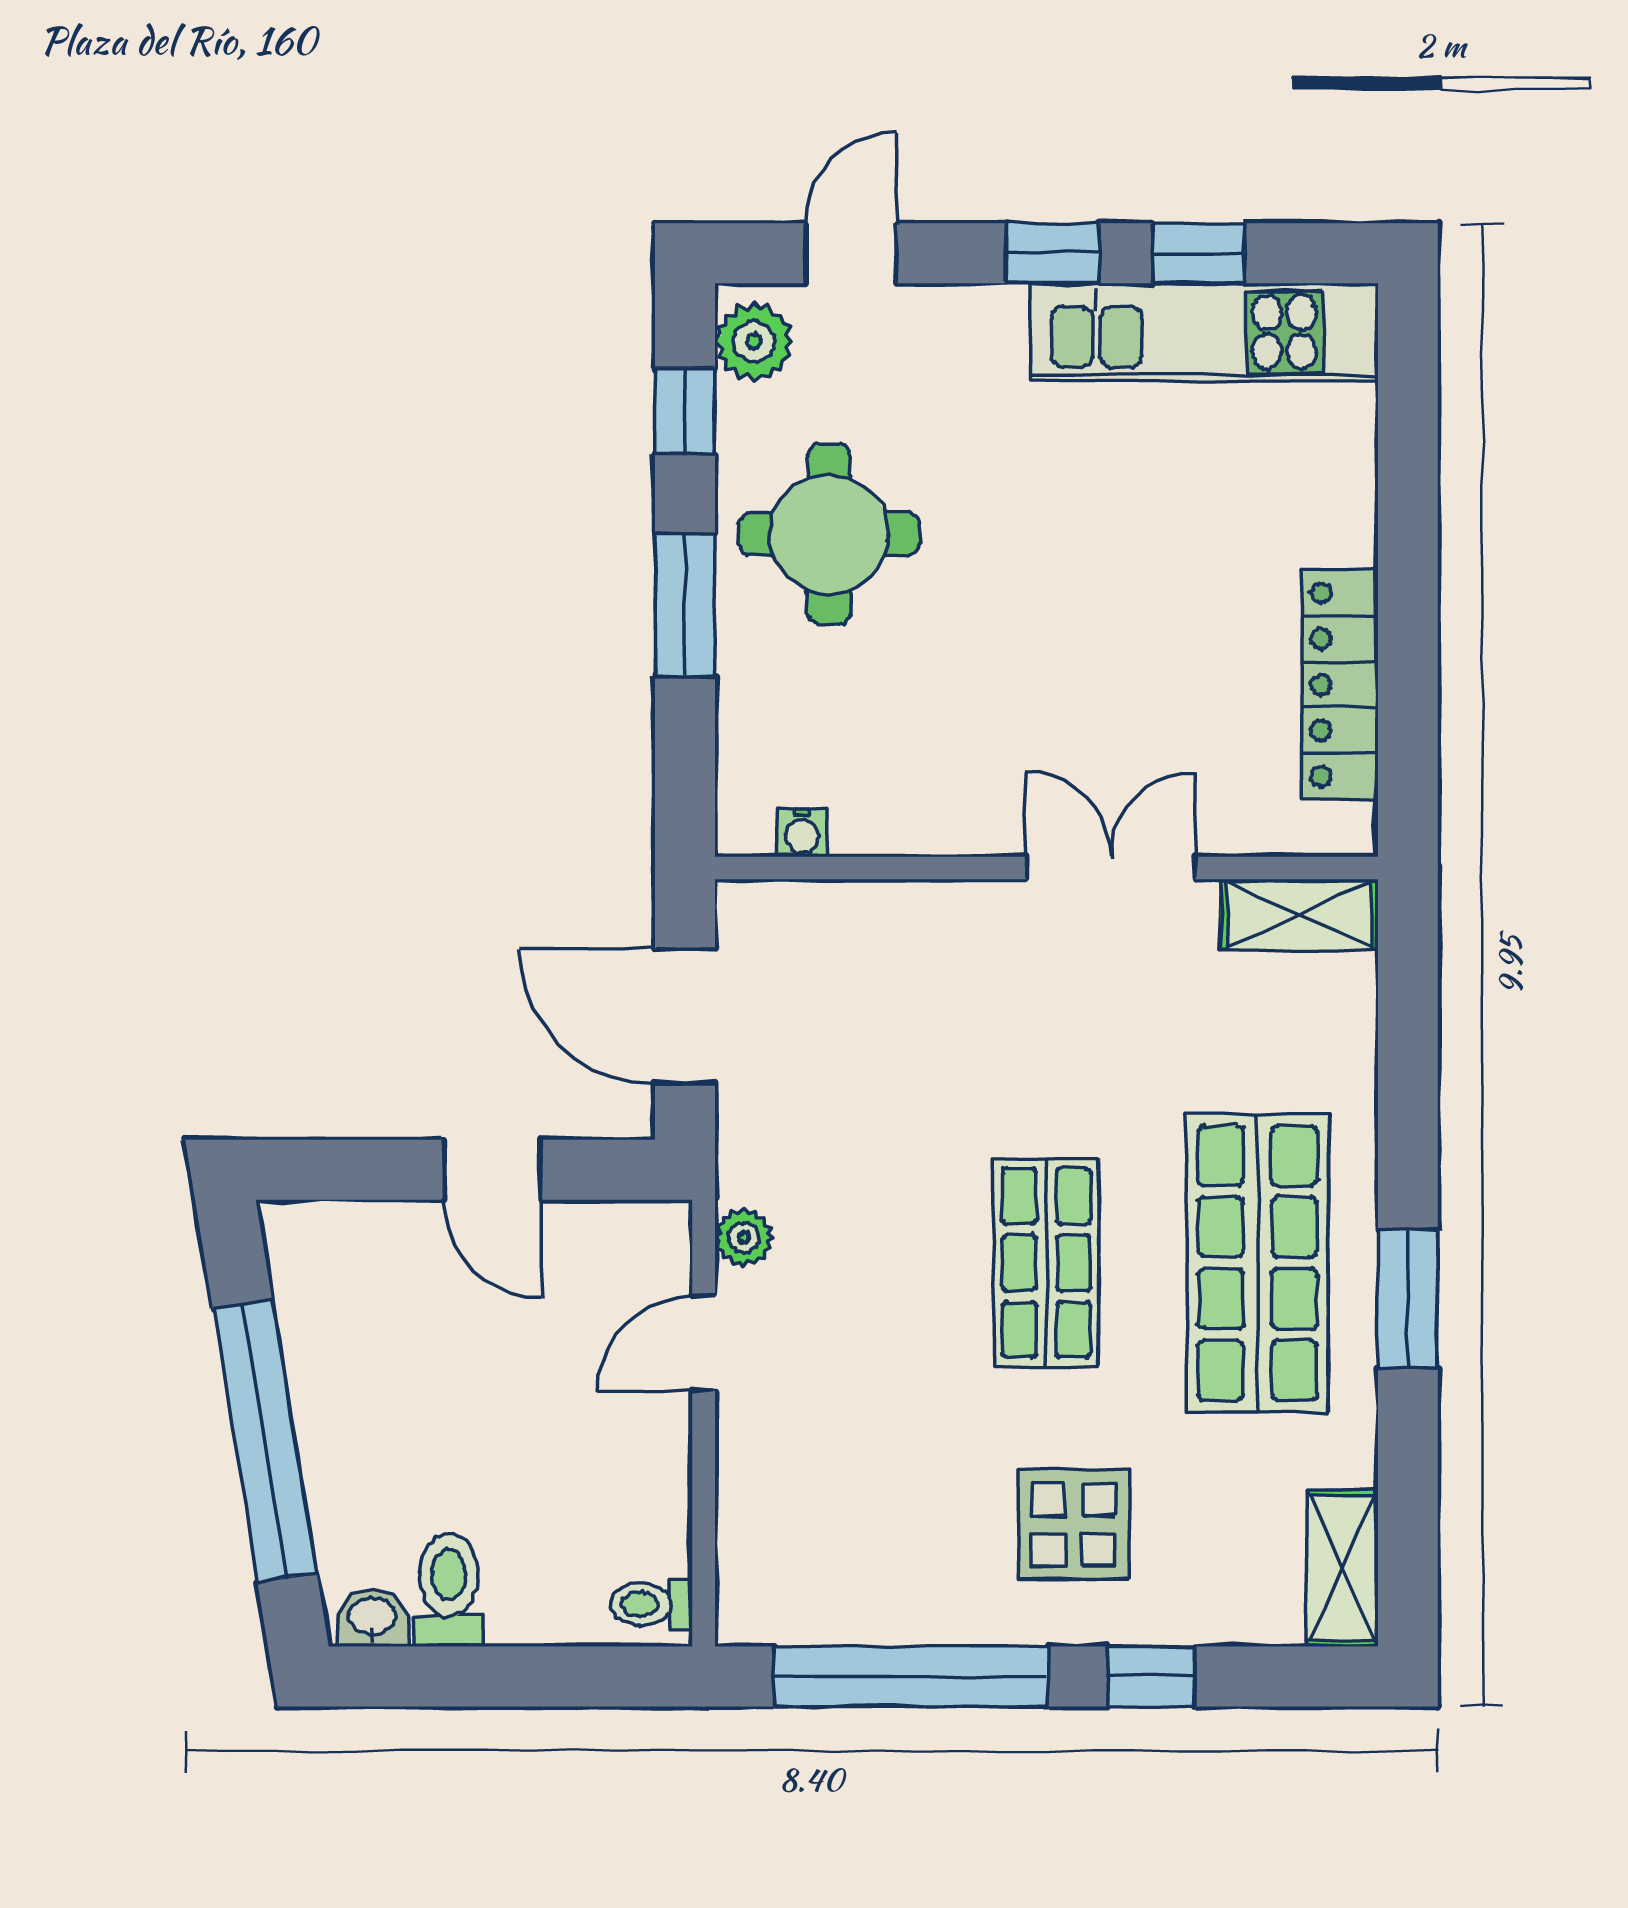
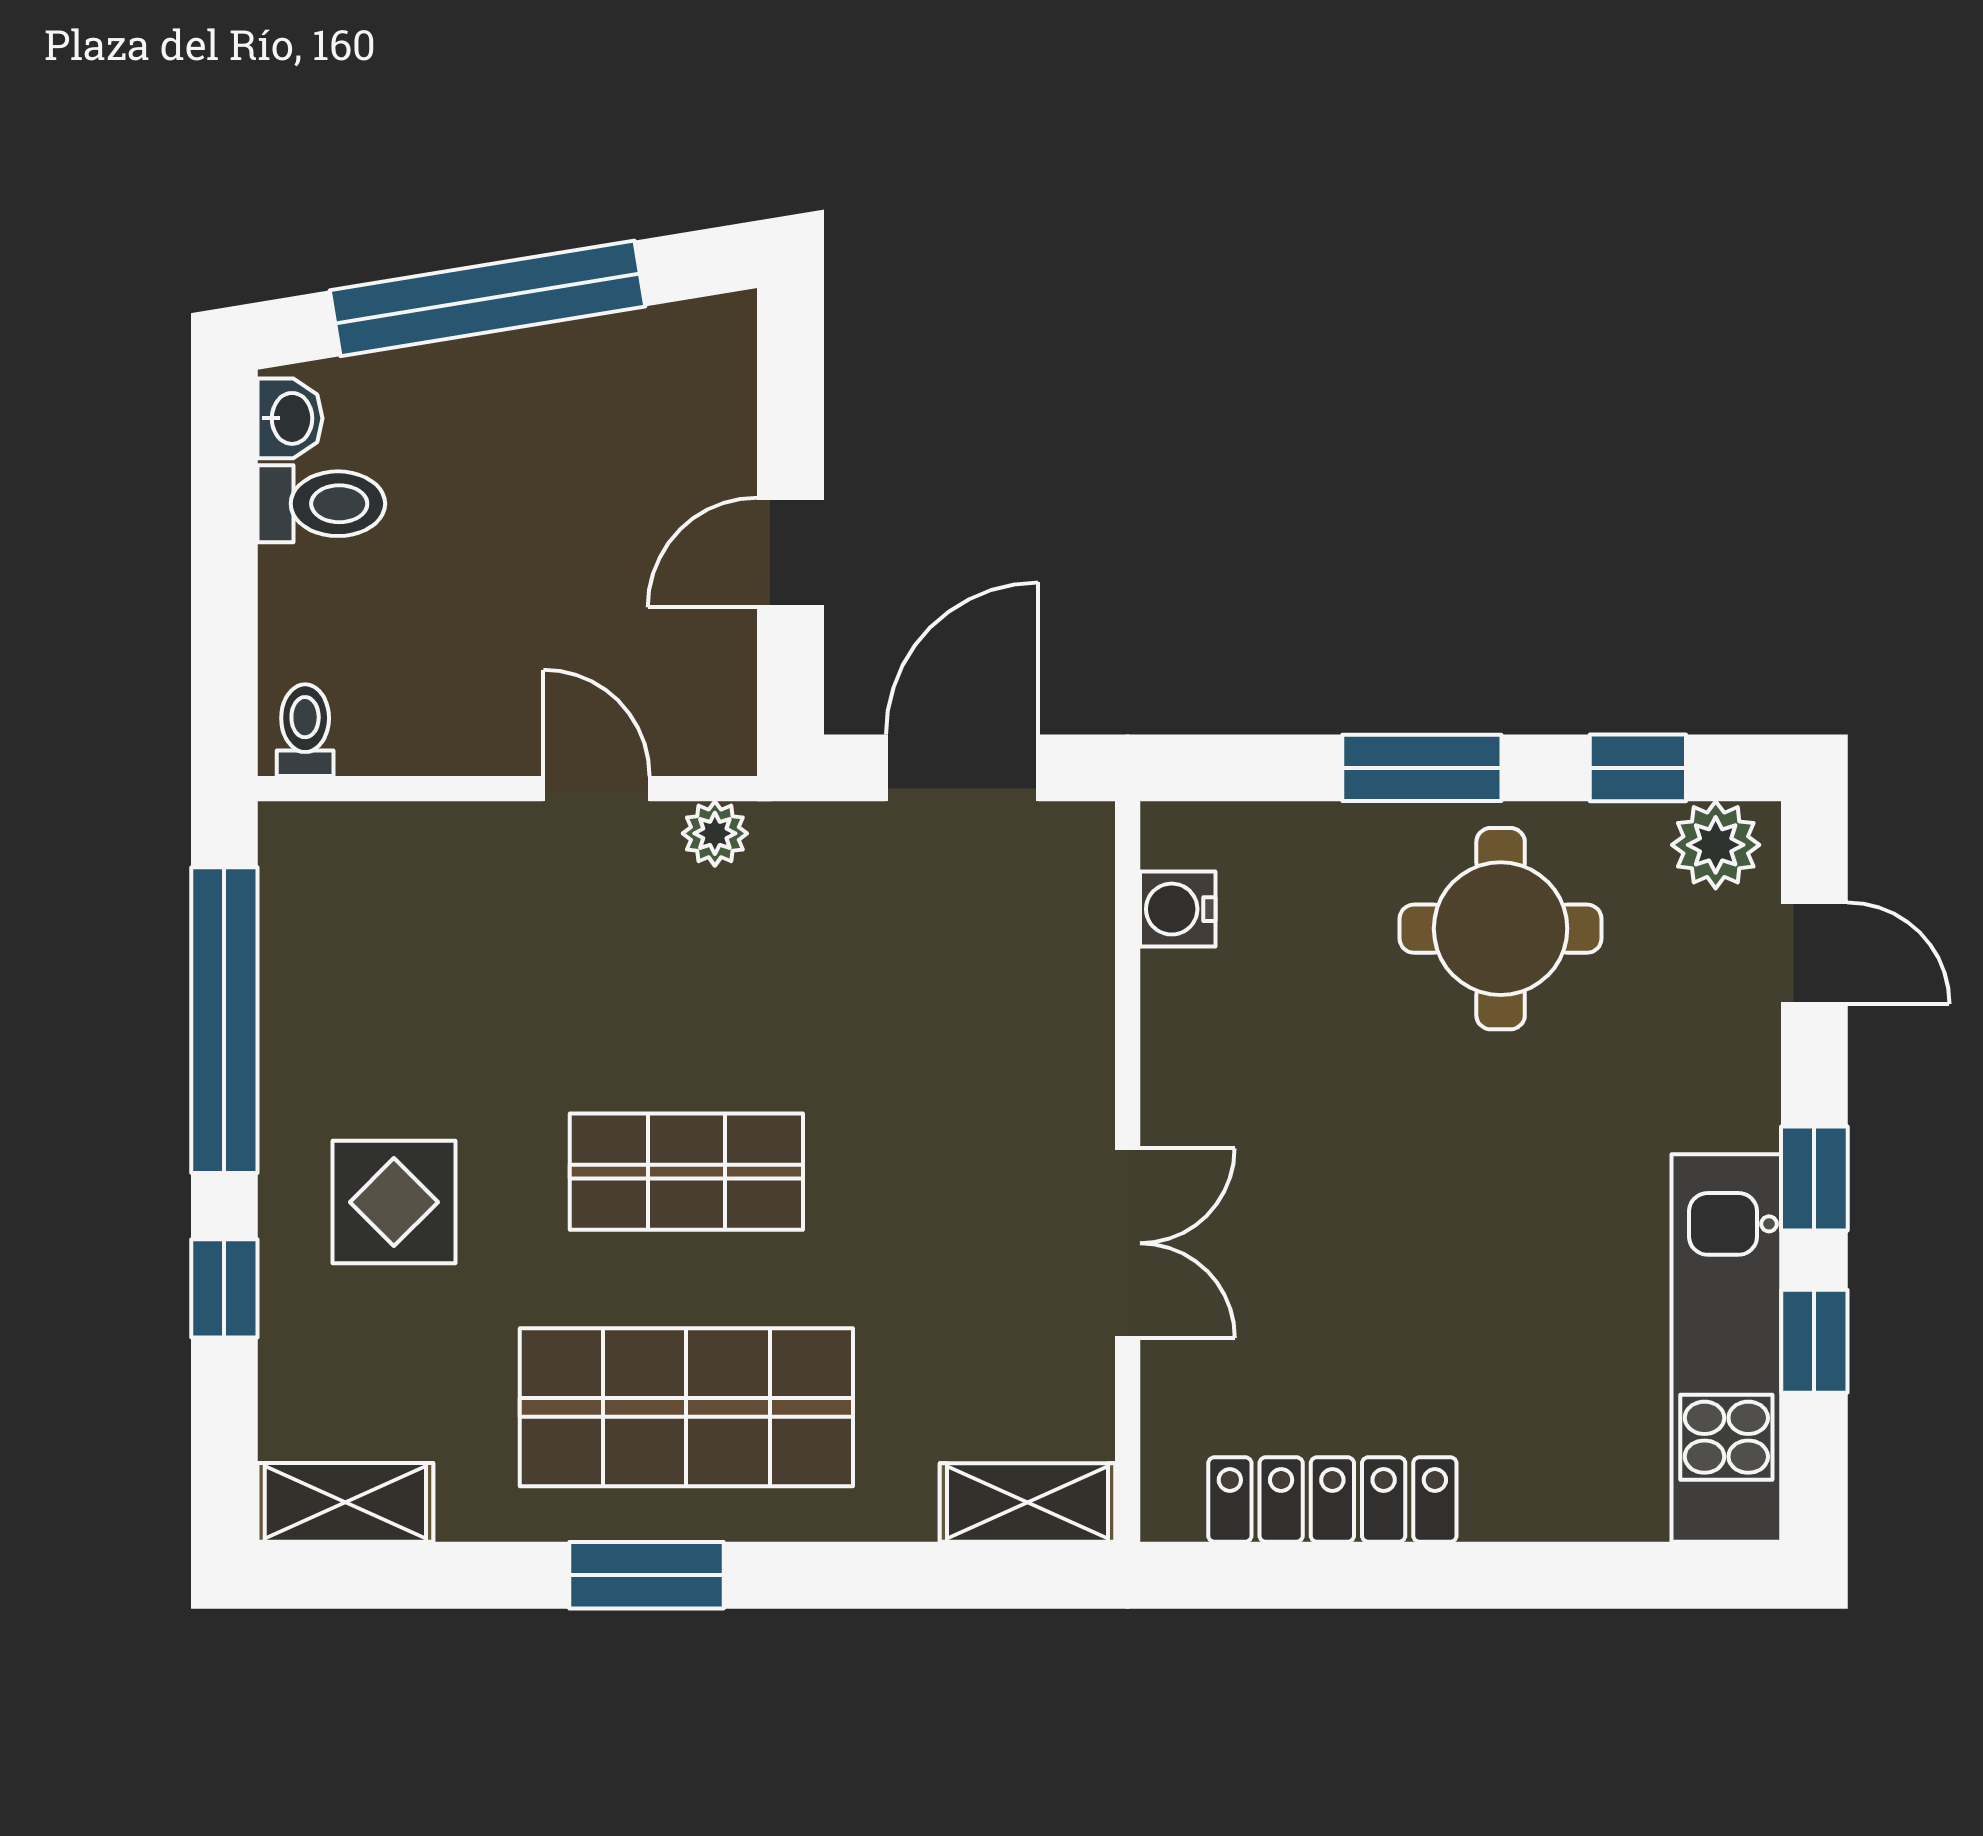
water cooler: (802, 832) -> (1178, 909), width x1.38, depth x1.38
shelving: (1299, 914) -> (1027, 1502), moved, turned 90

